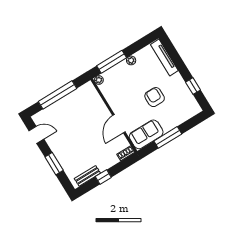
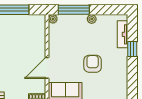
tv unit: (164, 57) -> (123, 34), width x0.71
window: (193, 86) -> (132, 49), moved

